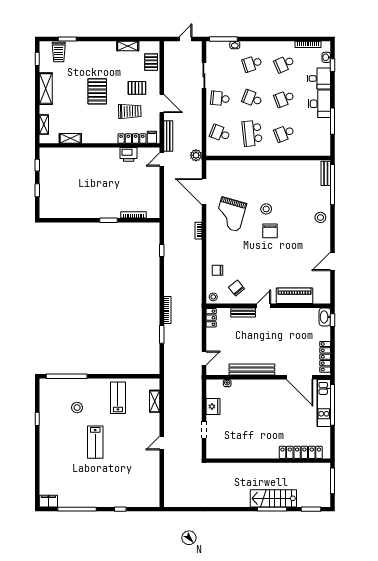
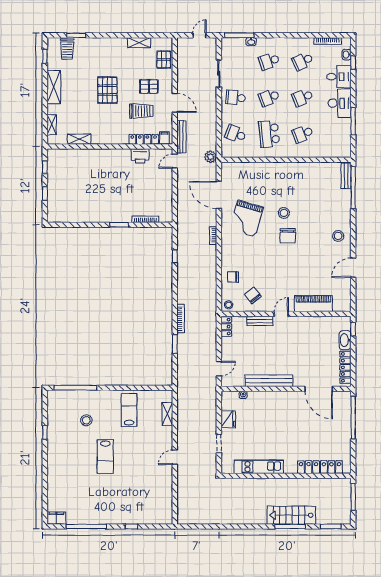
school desk: (252, 98) -> (269, 98), turned -42
stool: (320, 217) -> (338, 236), moved
washbasin: (325, 317) -> (345, 340), moved
kitchen unit: (324, 403) -> (259, 467), moved, turned 90

